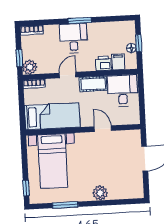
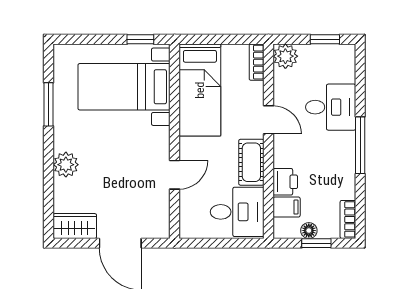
window: (80, 20) -> (360, 145), width x1.44
bookcase: (32, 30) -> (348, 219), moved
desk: (73, 38) -> (331, 107), moved
window: (19, 58) -> (325, 39), moved
wardrobe: (136, 186) -> (75, 226), added
window: (26, 188) -> (140, 39), moved

